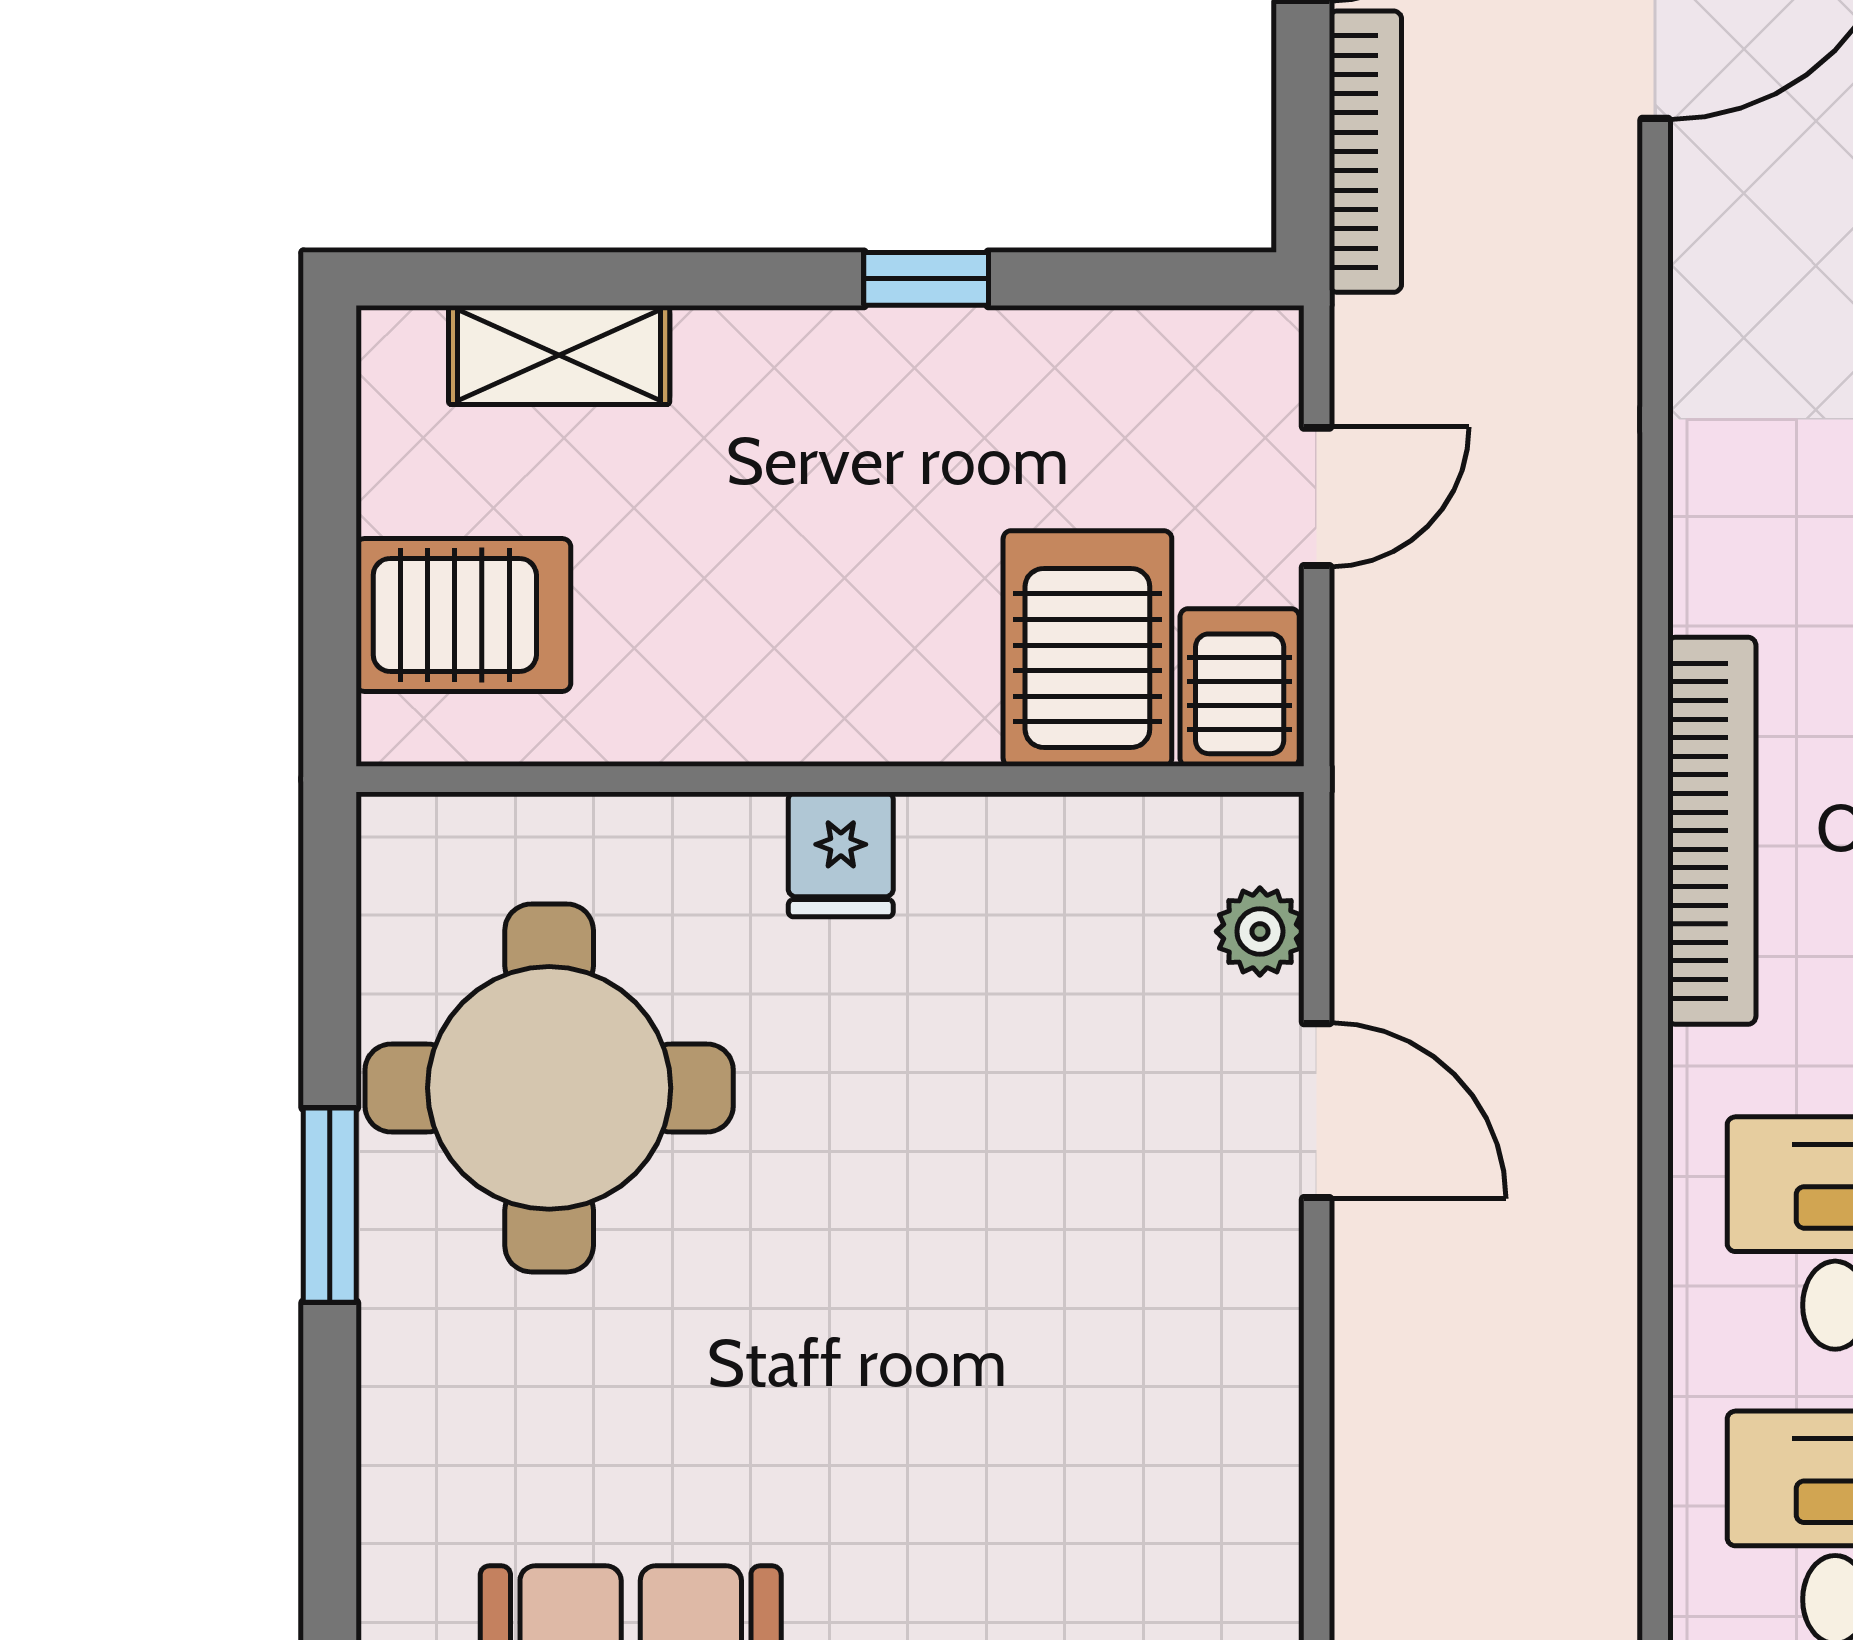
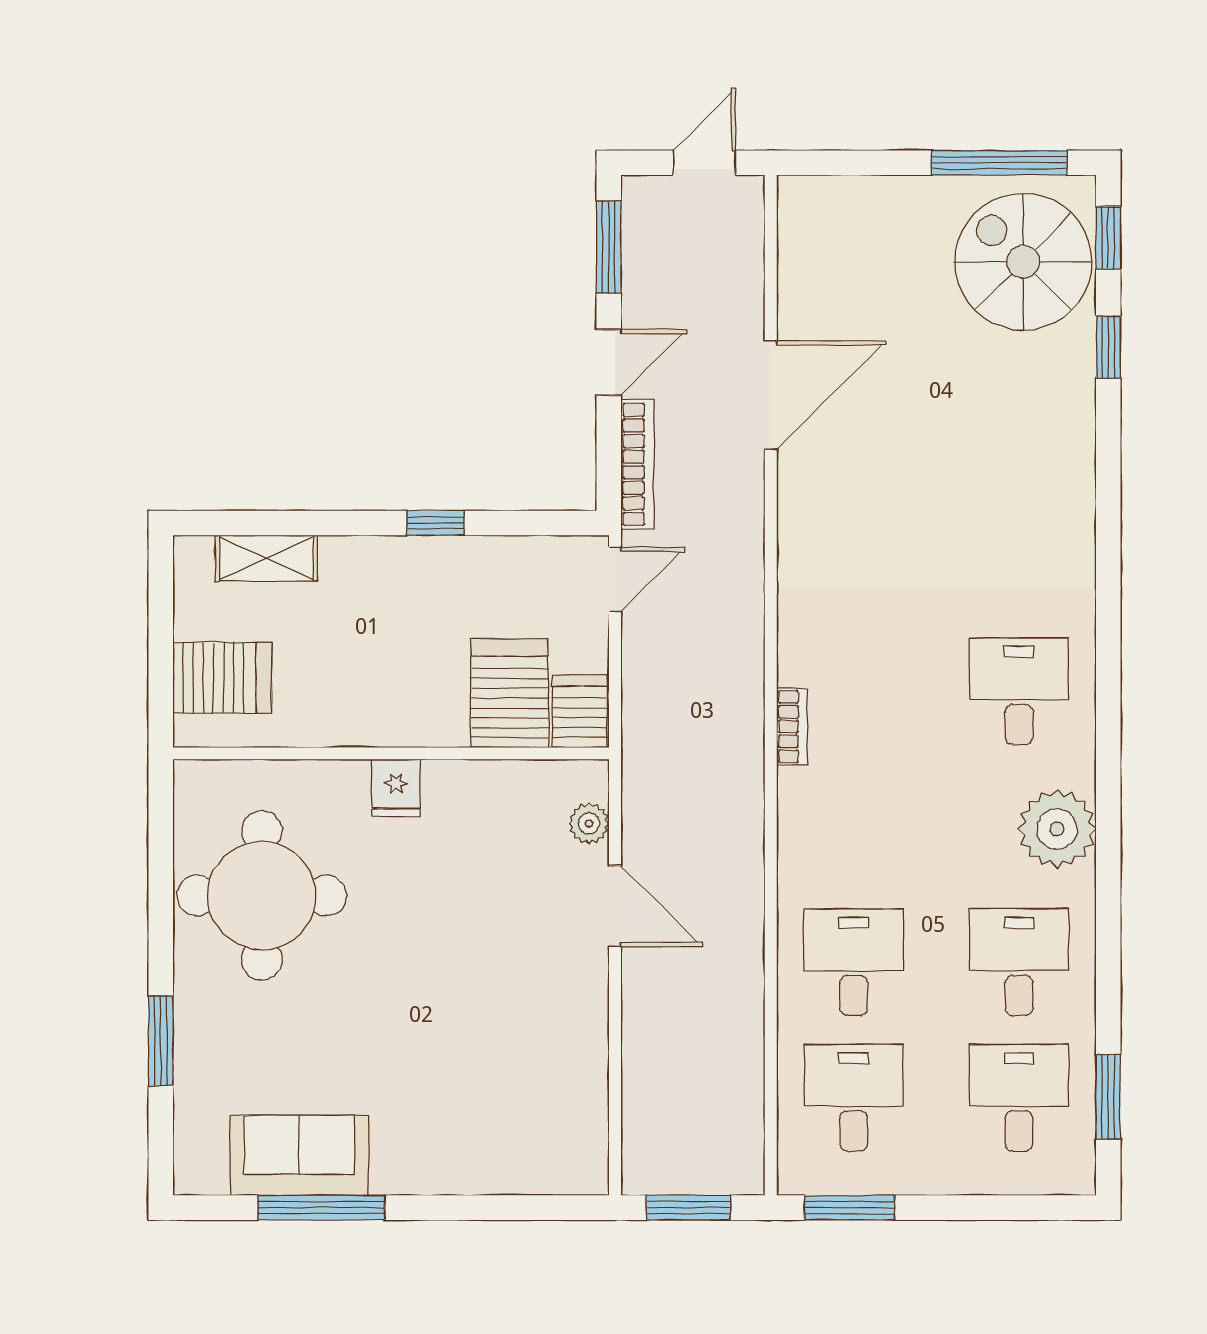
door: (1317, 497) -> (615, 579), moved
bookcase: (1712, 831) -> (792, 726), width x0.43, depth x0.76
window: (330, 1205) -> (161, 1041), moved

